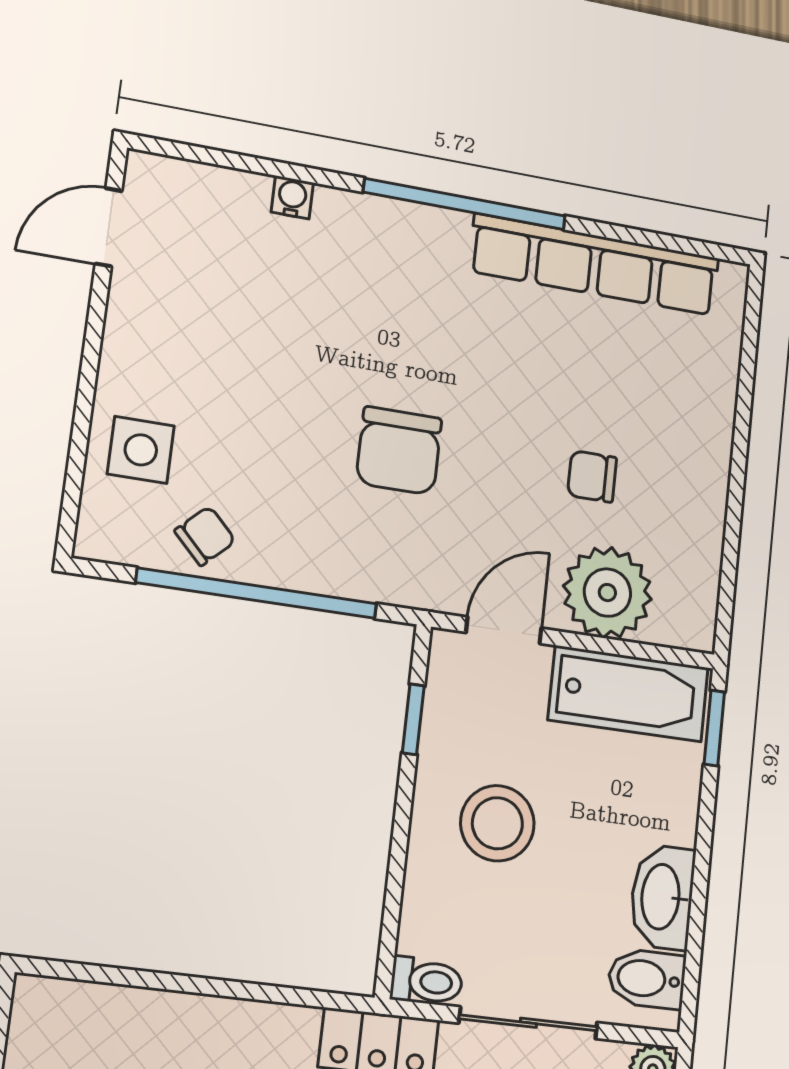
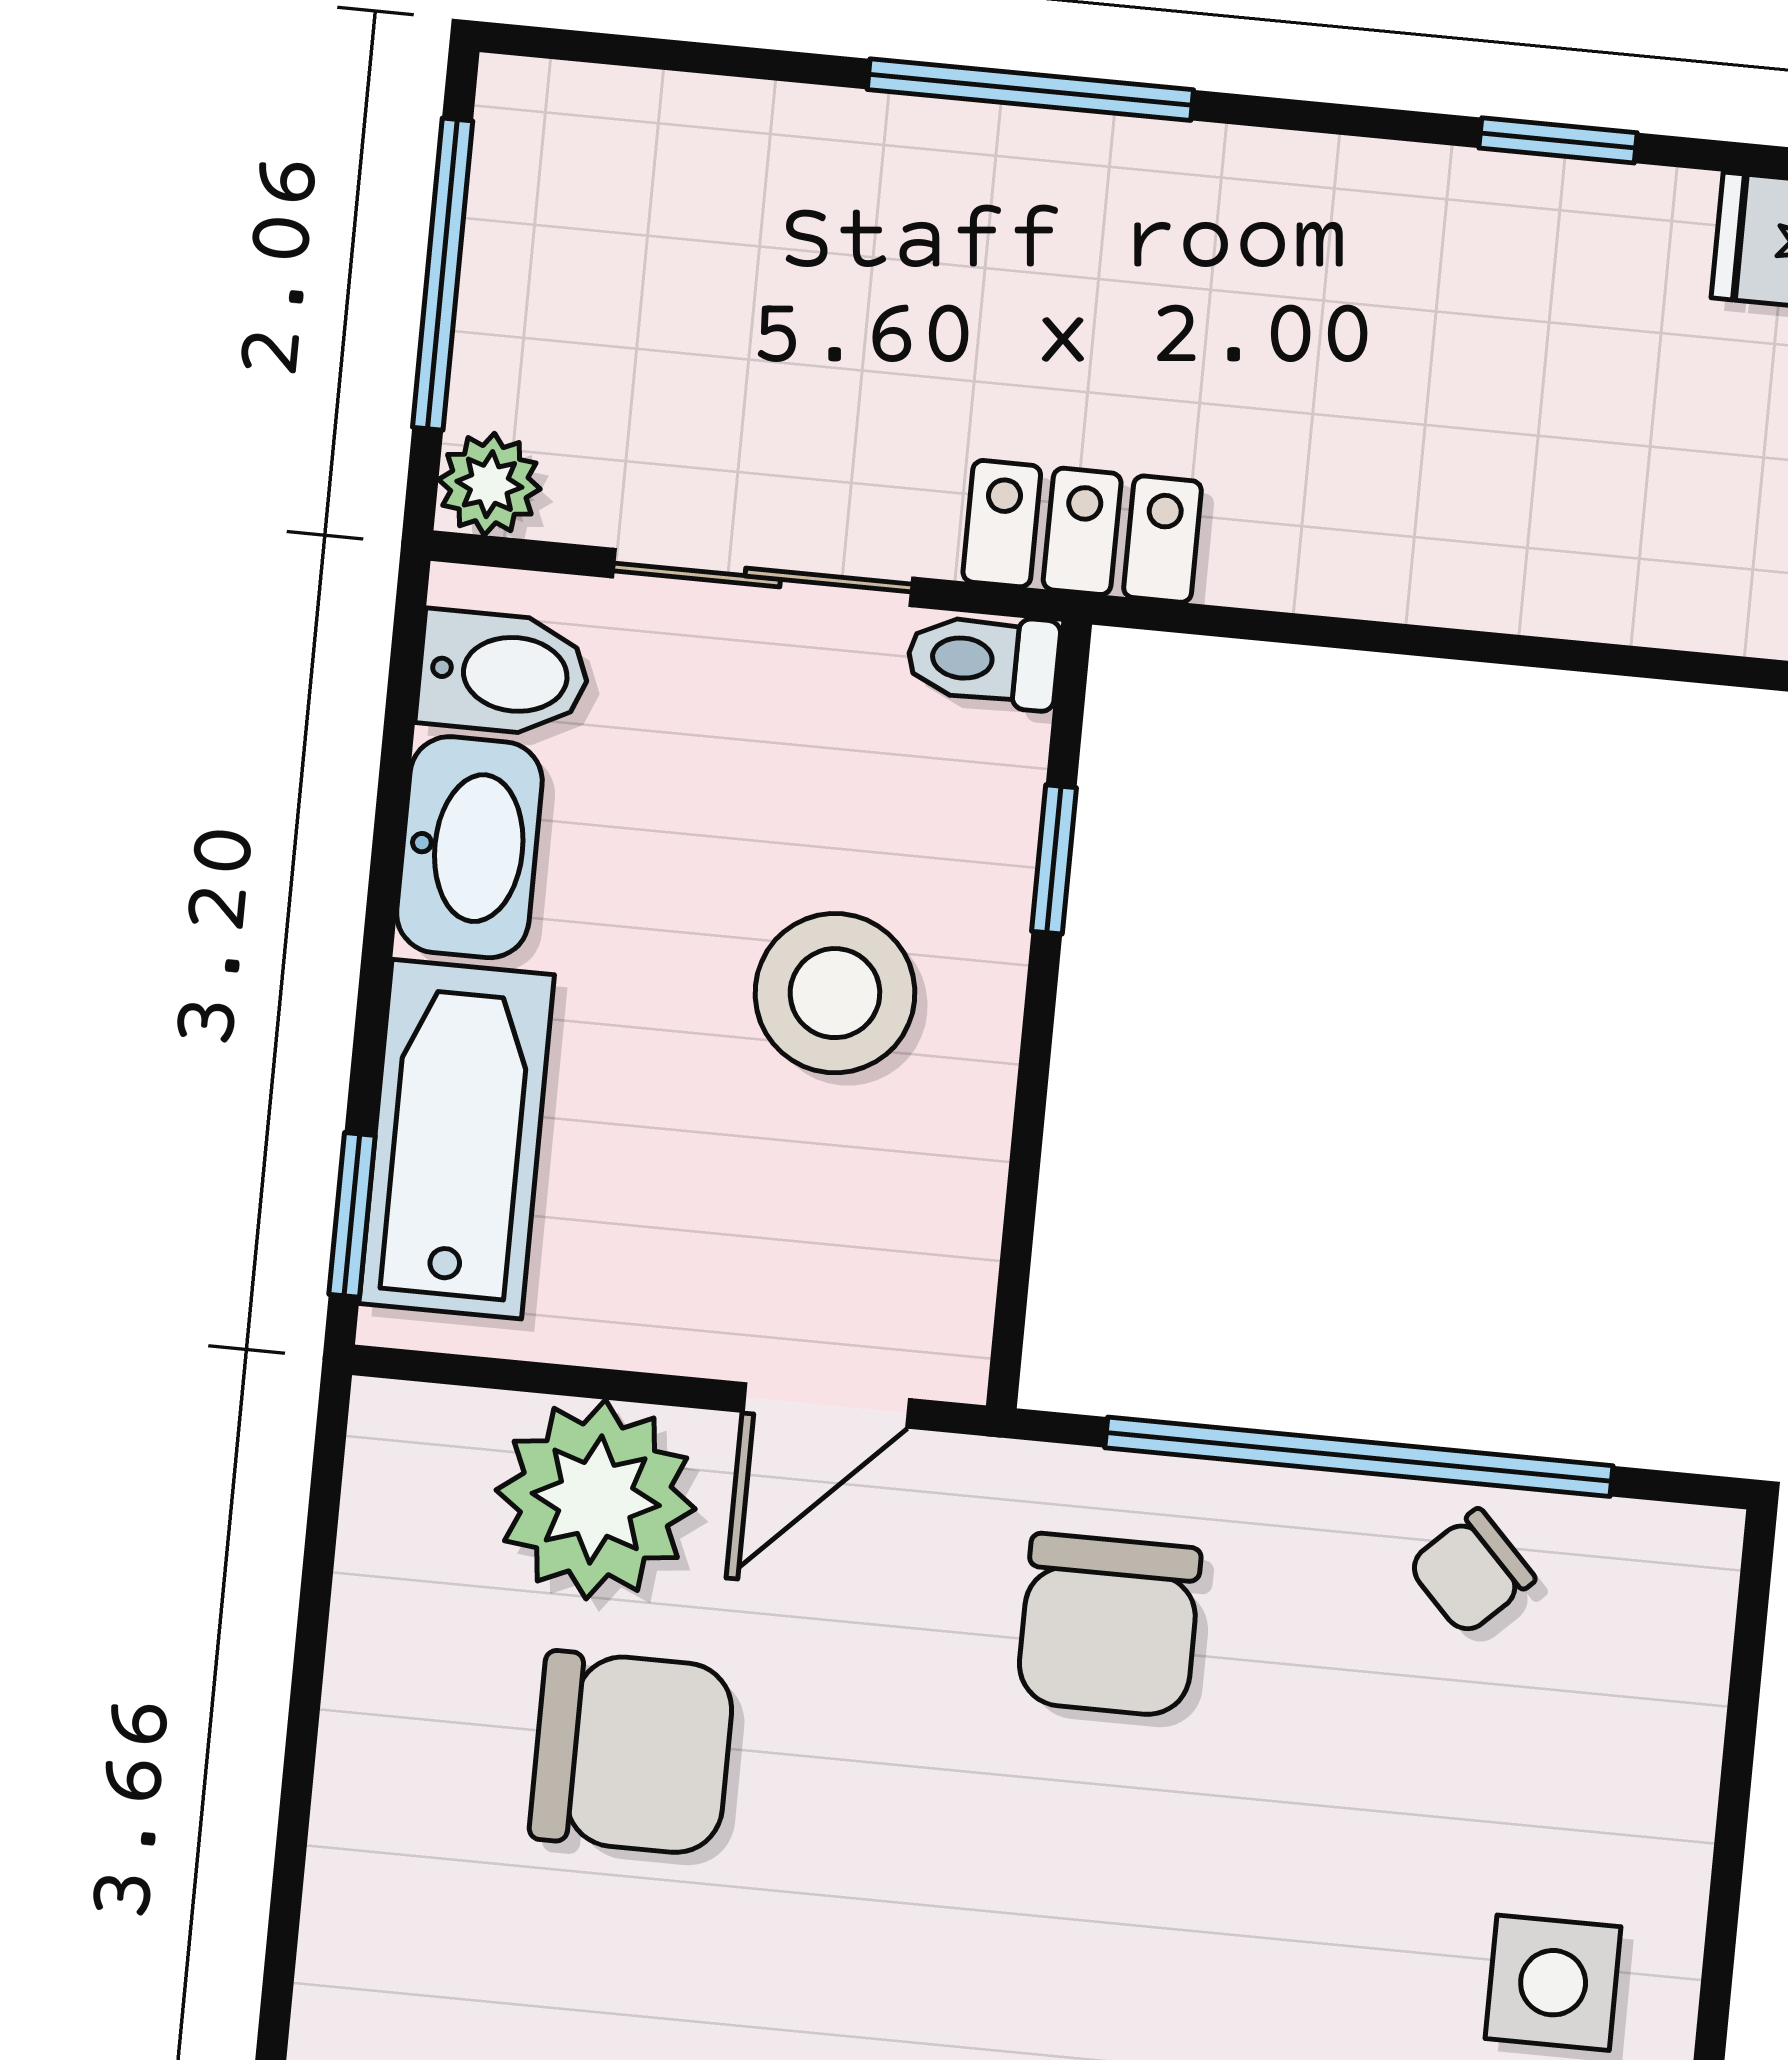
side table: (141, 450) -> (1553, 1983), moved
chair: (399, 451) -> (1109, 1625), moved, turned 180
chair: (592, 476) -> (632, 1753), width x1.87, depth x1.87
bathtub: (628, 694) -> (457, 1139), moved, turned 90
window: (413, 719) -> (1054, 859), moved

